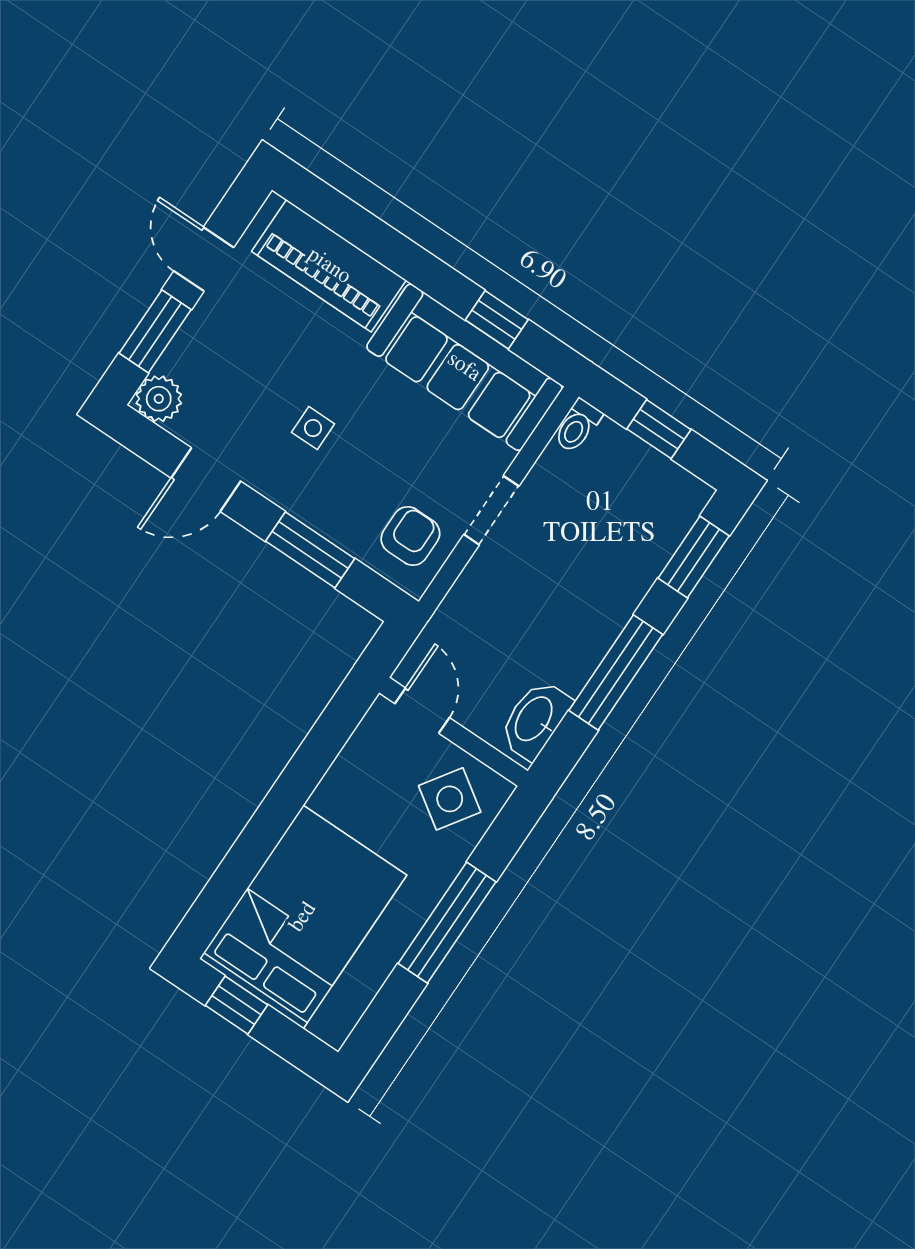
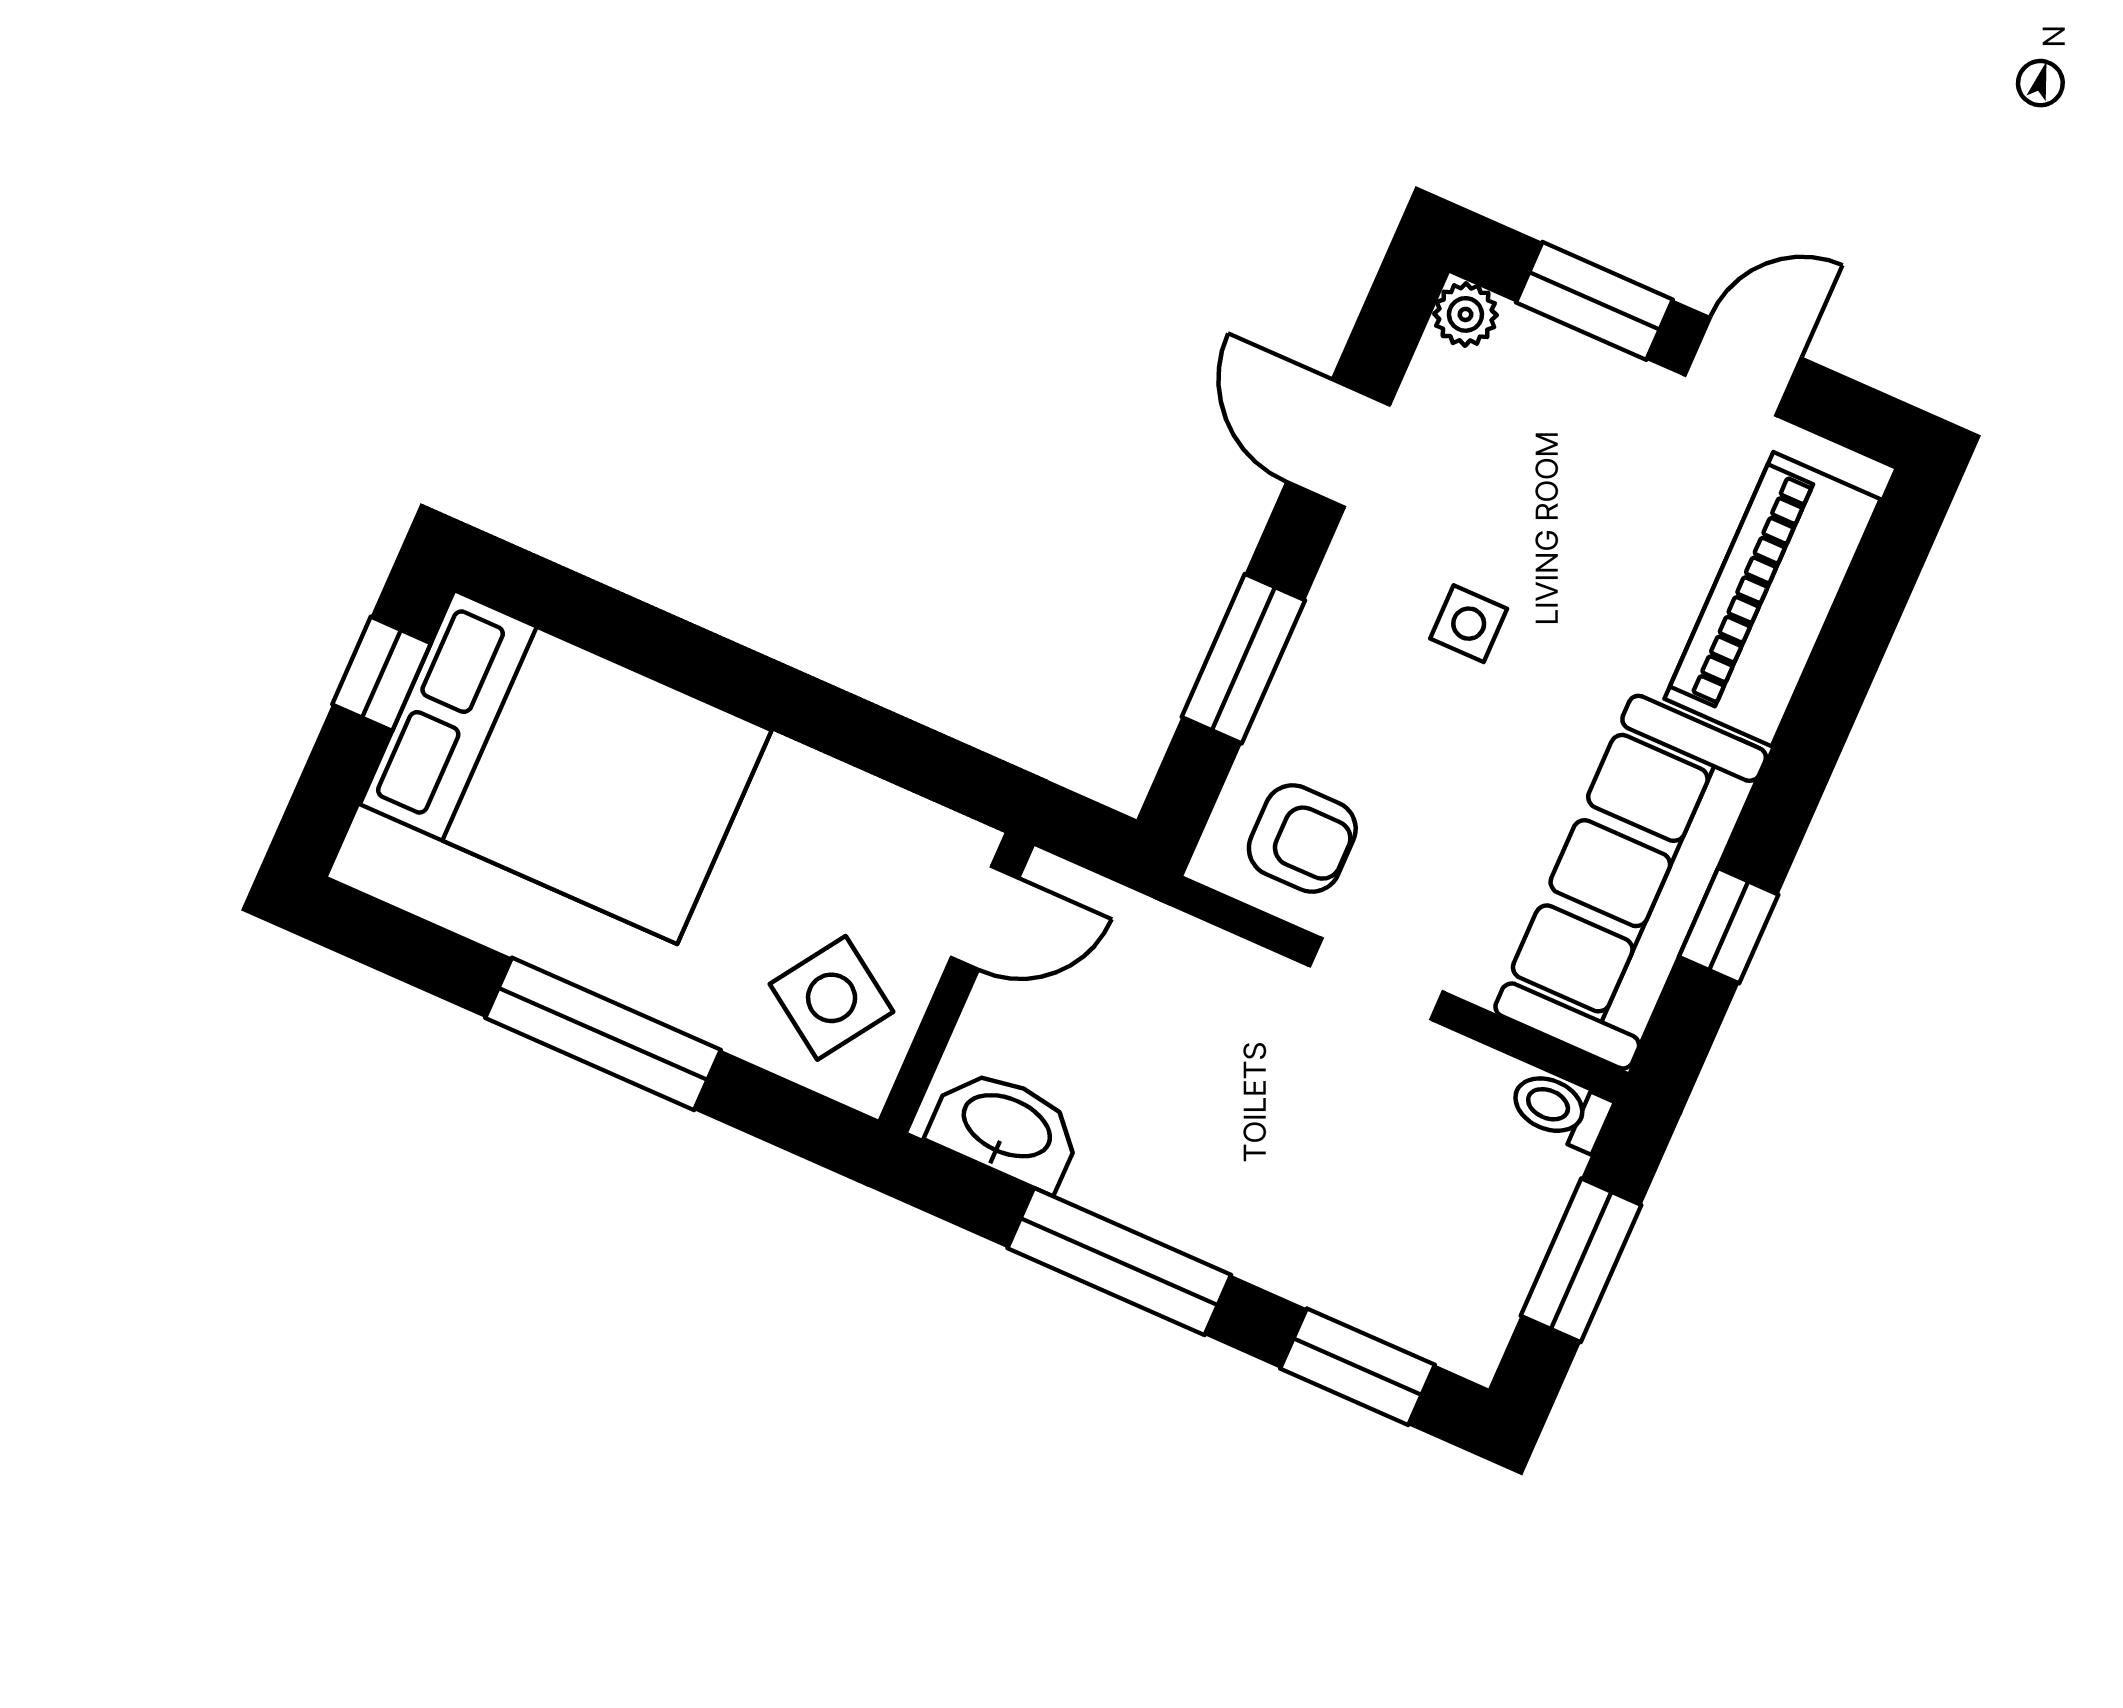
plant: (159, 399) -> (1465, 314), width x0.73, depth x0.73
window: (659, 429) -> (1581, 1260), width x1.50

